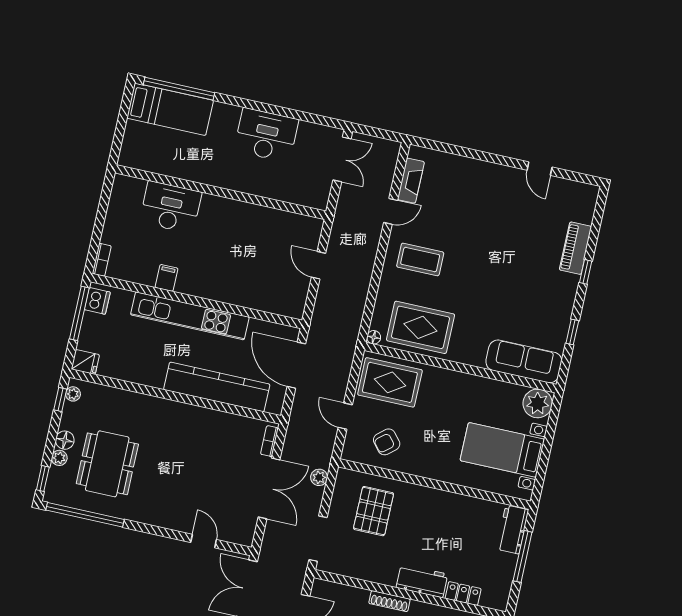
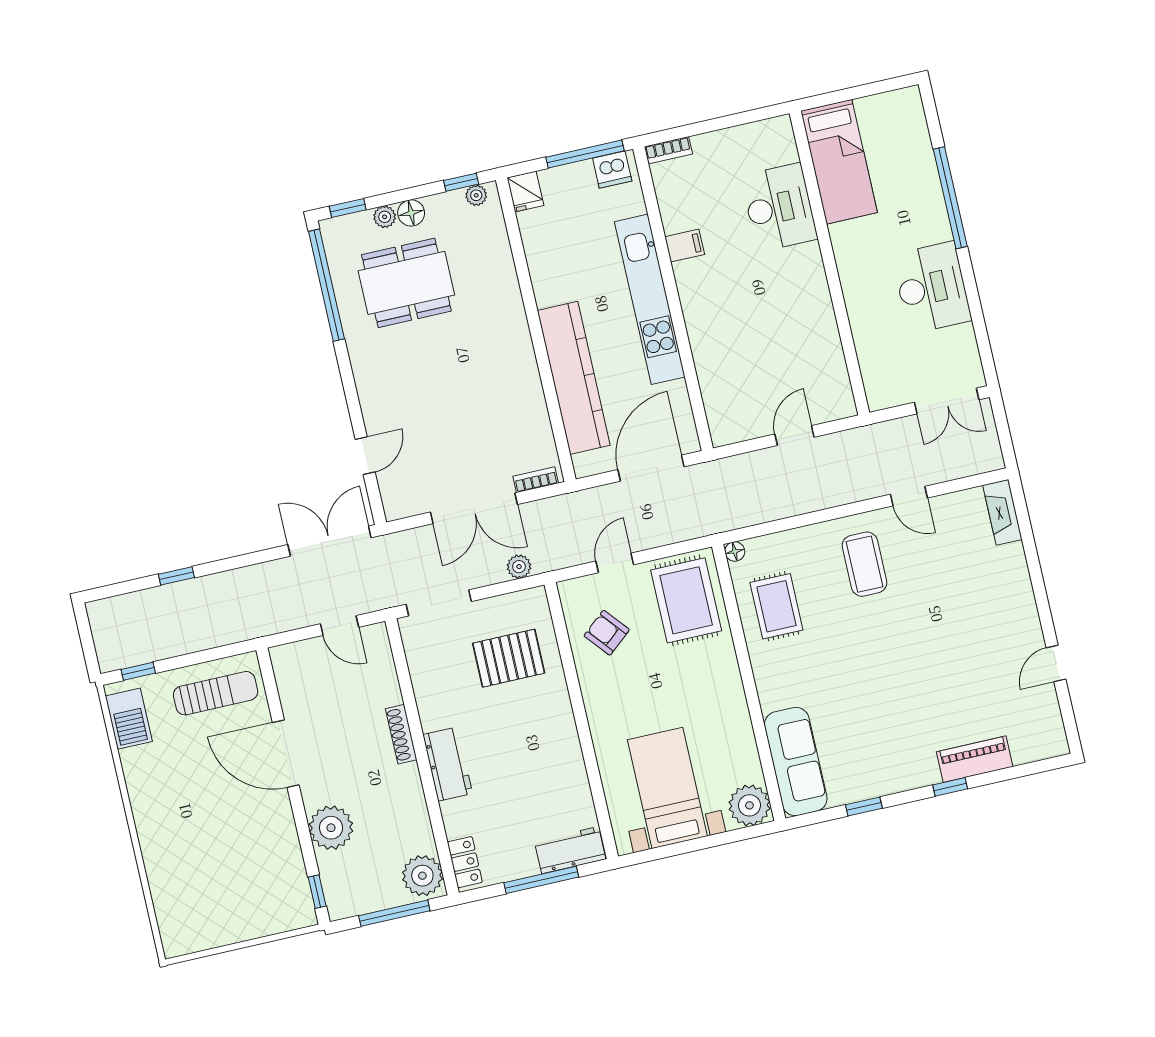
window: (179, 89) -> (950, 198), moved
bed: (170, 109) -> (839, 162), moved
fireplace: (411, 181) -> (1002, 512), moved, turned 90
rug: (420, 327) -> (776, 606), width x0.73, depth x0.70
locker: (463, 594) -> (465, 862), moved

